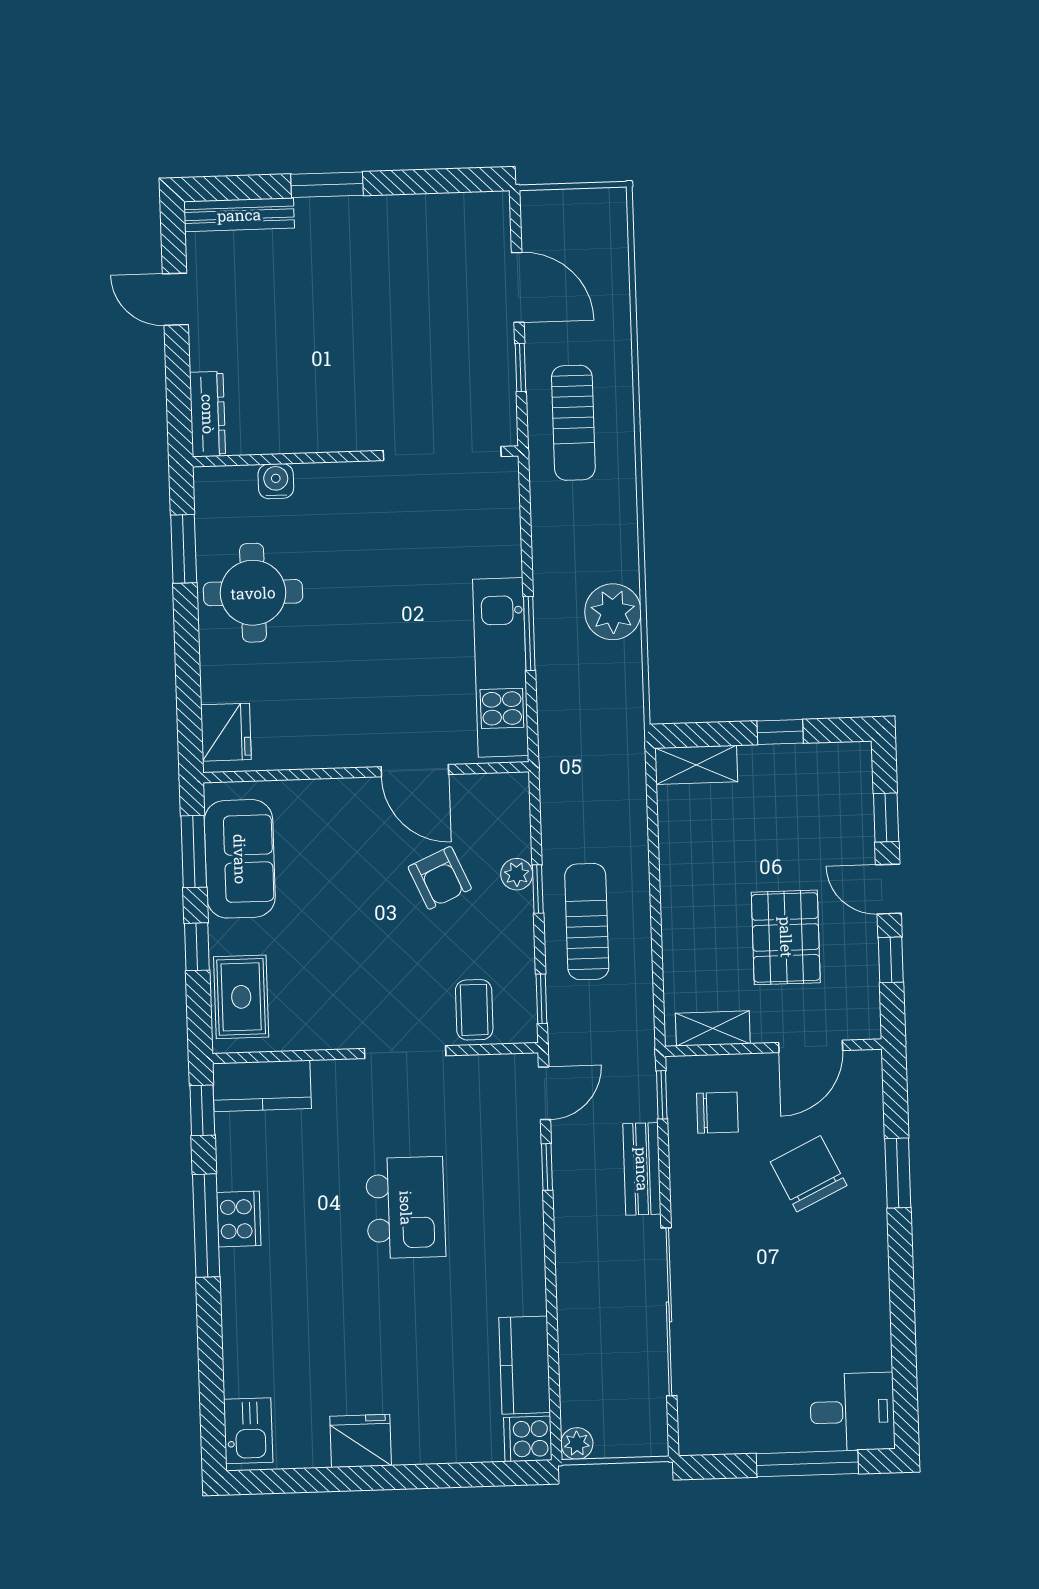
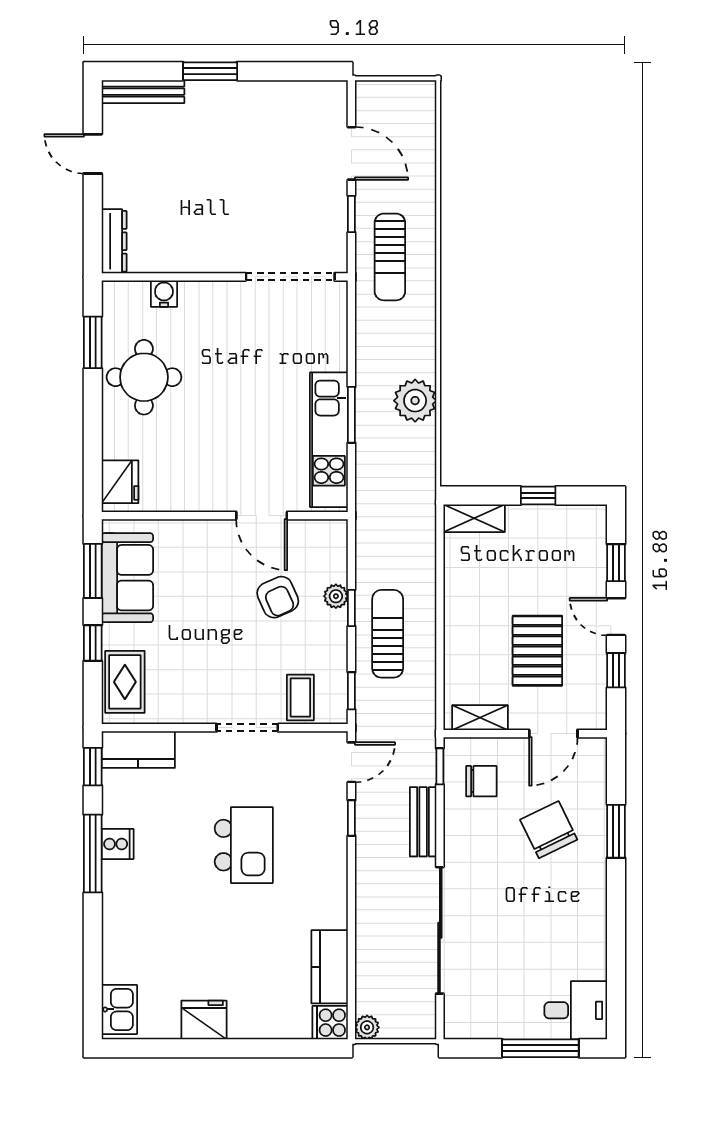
cooker: (239, 1219) -> (118, 844), width x0.73

